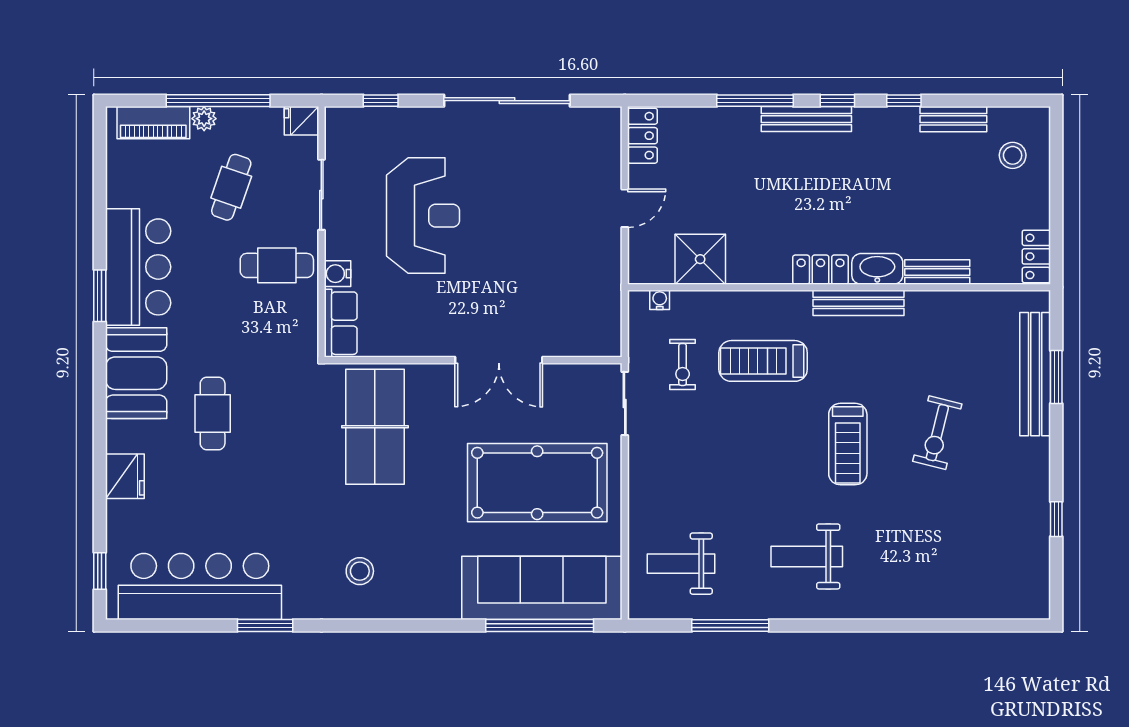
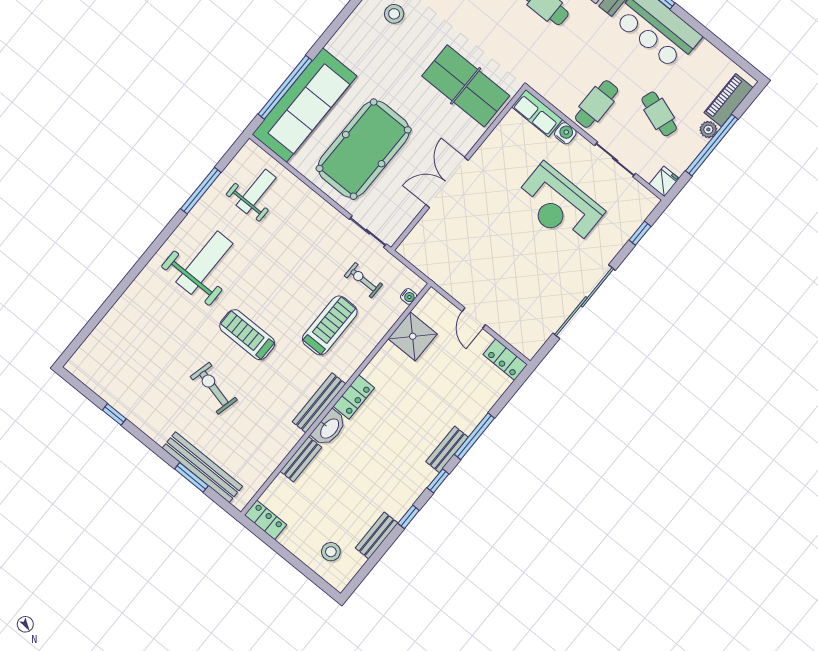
bench: (806, 119) -> (447, 449), width x0.73
weight bench: (807, 556) -> (204, 263), width x1.36, depth x1.33

